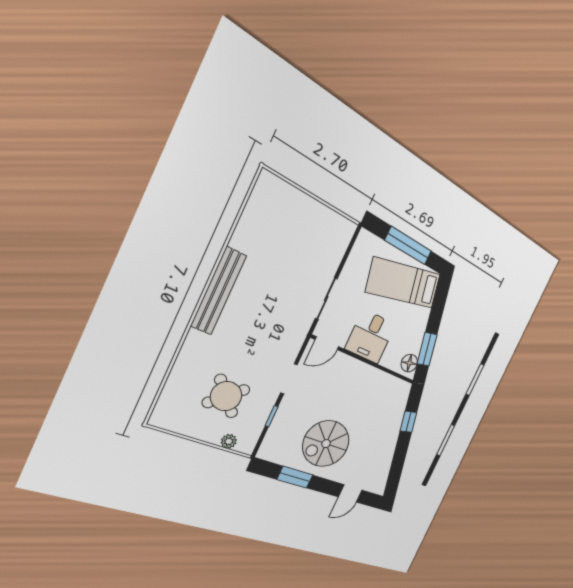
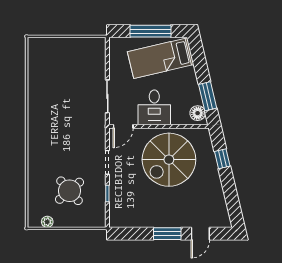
bench: (219, 291) -> (35, 124), removed
plant: (229, 441) -> (47, 222), moved
spiral stairs: (326, 444) -> (169, 160), moved, width x1.37, depth x1.37
window: (295, 477) -> (167, 234), moved

